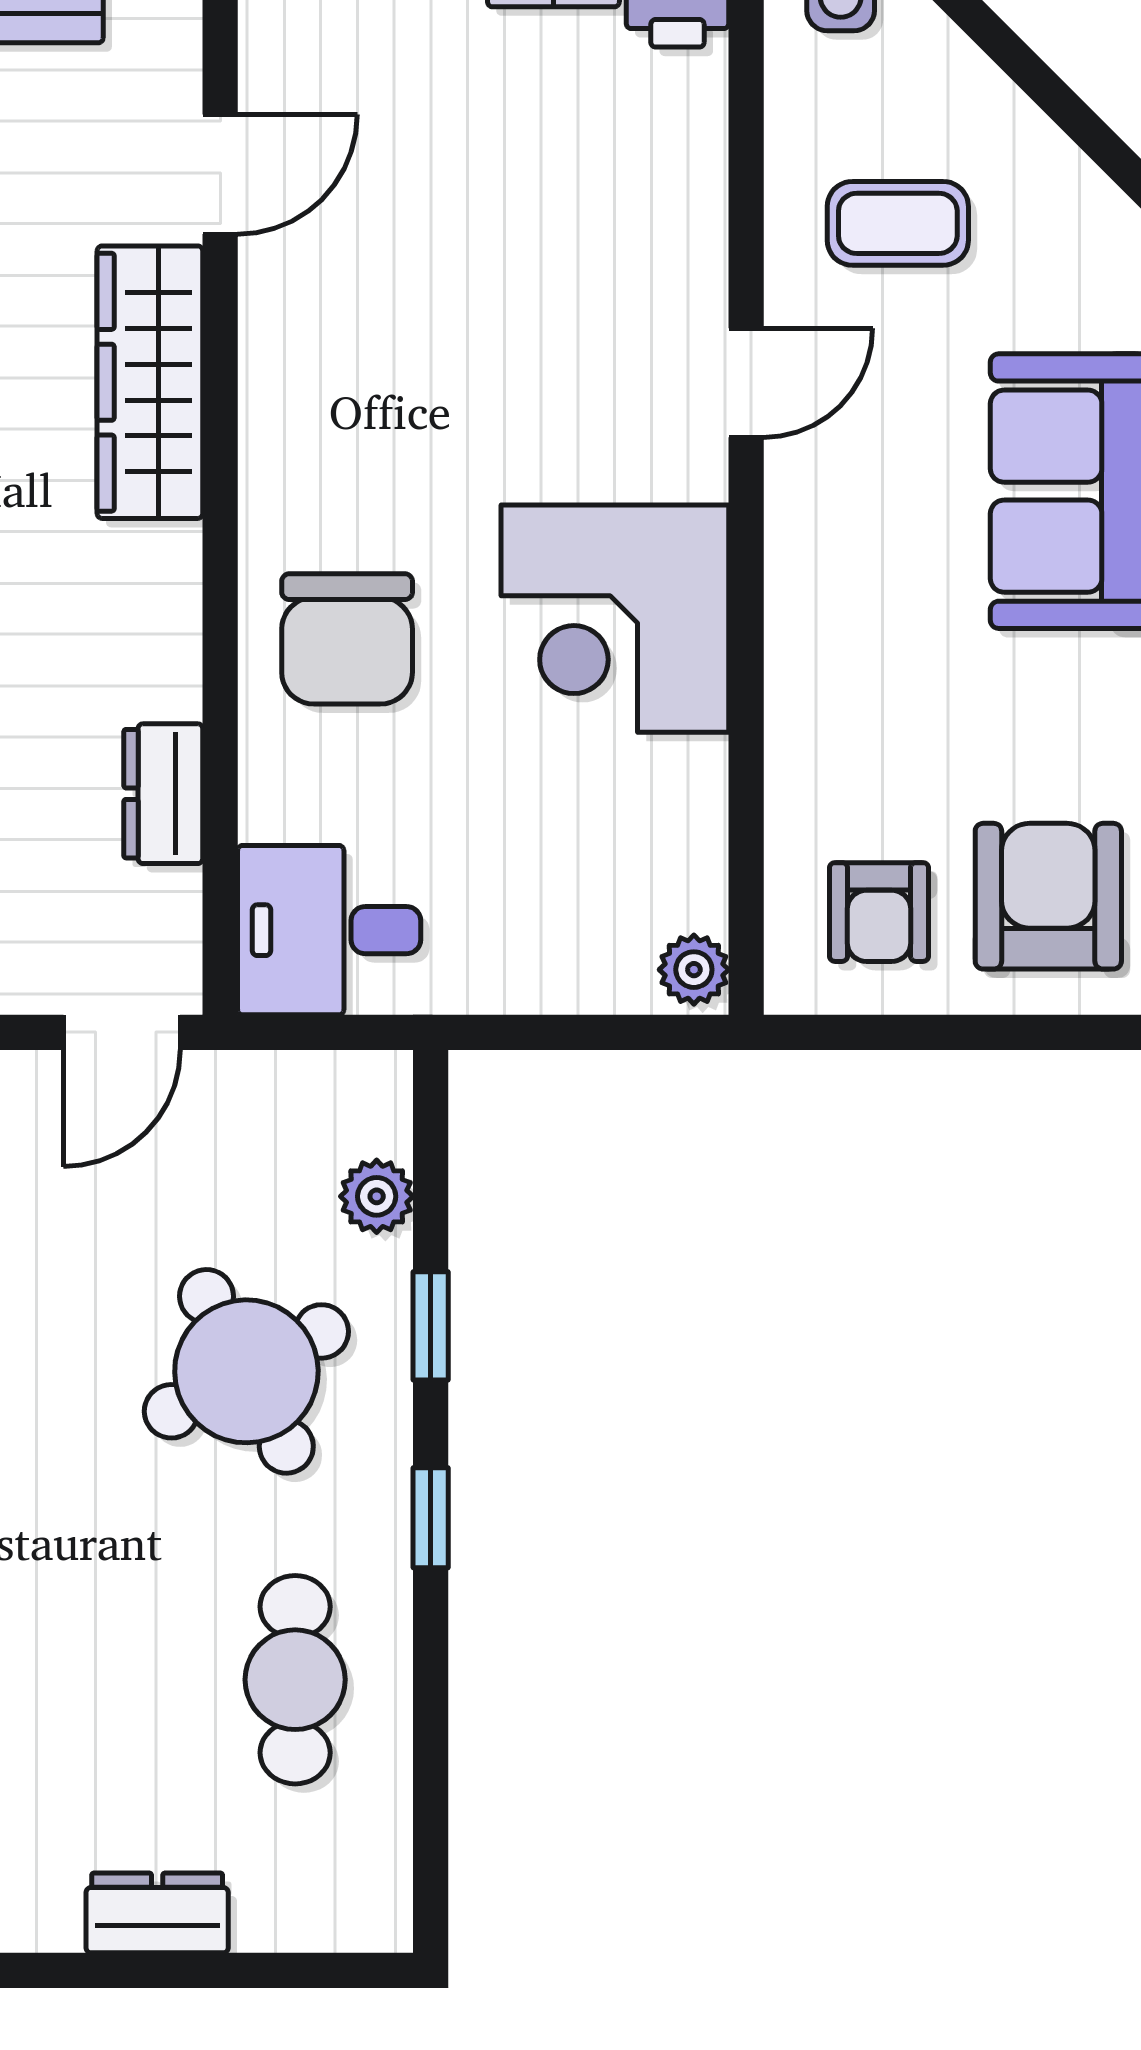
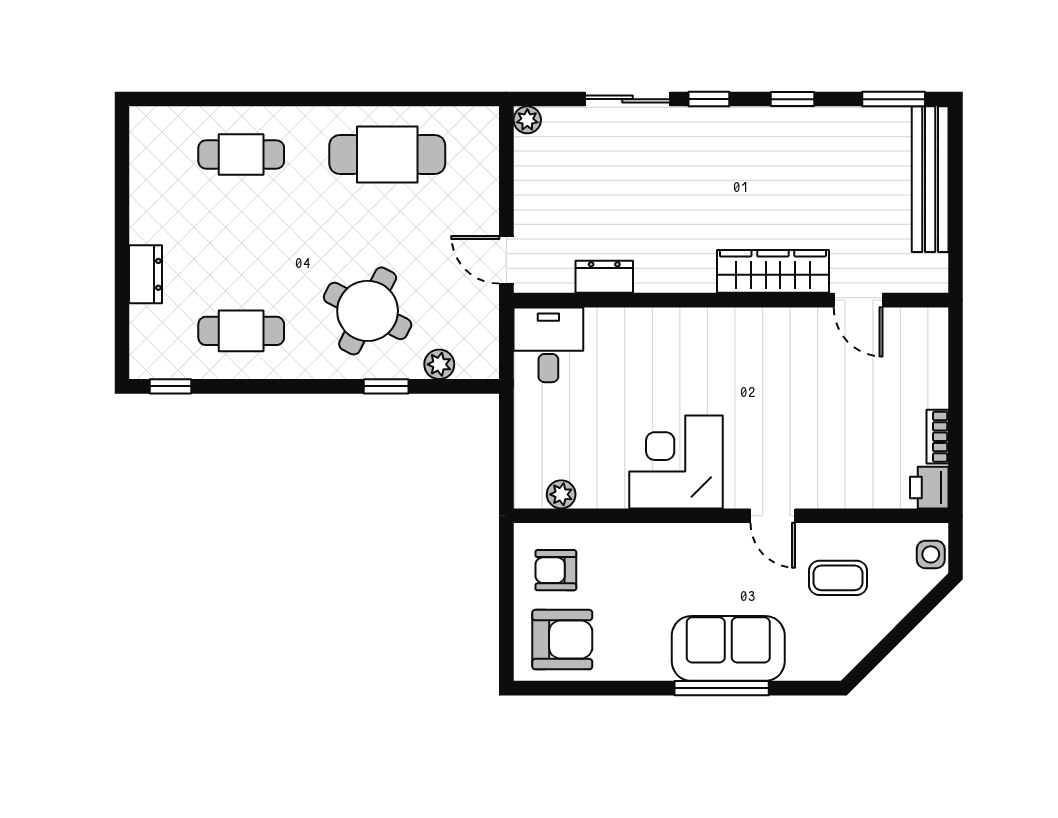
coffee table: (898, 223) -> (838, 578), turned 90
chair: (347, 639) -> (668, 352), removed
plant: (694, 970) -> (561, 494), moved
round table: (246, 1371) -> (368, 311), turned -35
window: (431, 1518) -> (170, 386), moved

